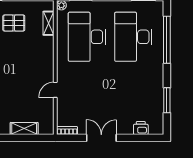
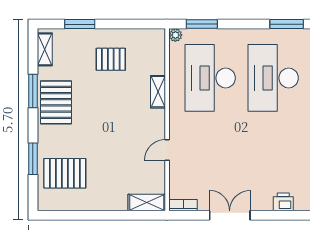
shelving: (49, 23) -> (158, 92), moved
shelving: (24, 128) -> (147, 202), moved

